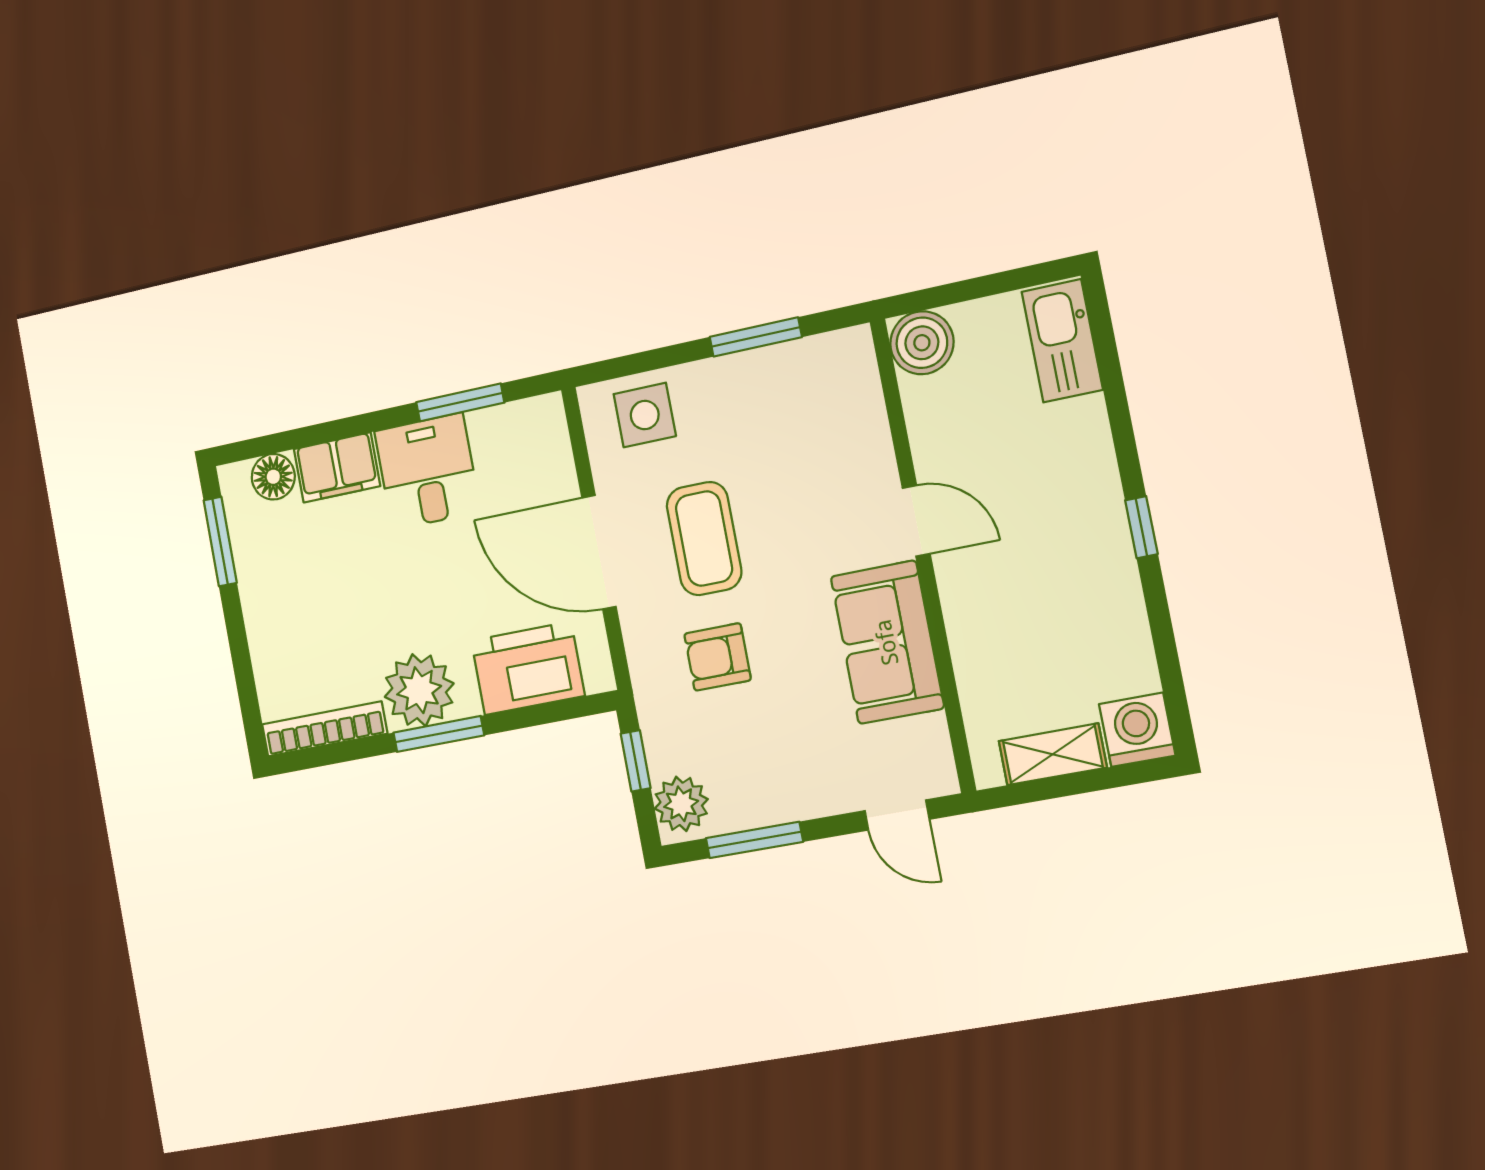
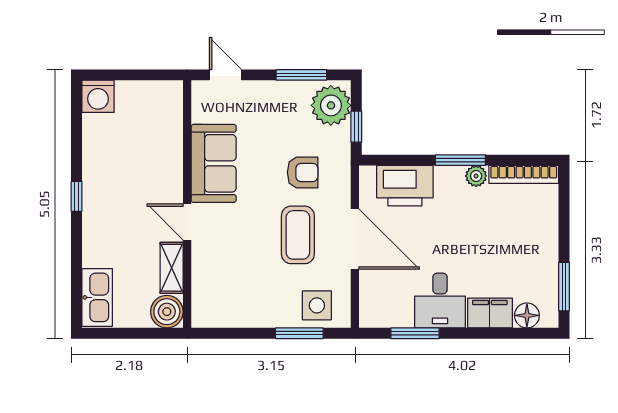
window: (756, 337) -> (299, 333), moved
plant: (419, 690) -> (476, 176), width x0.53, depth x0.53
shelving: (1053, 754) -> (172, 268), moved, turned 90
plant: (681, 804) -> (331, 105), width x1.36, depth x1.36

